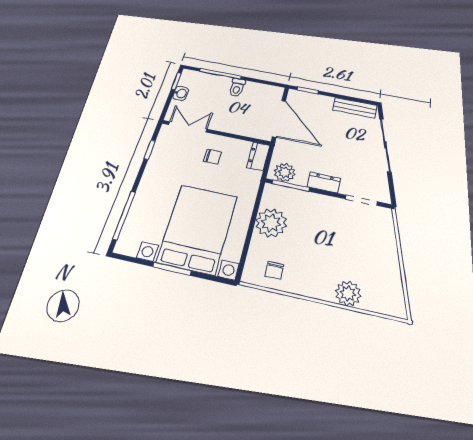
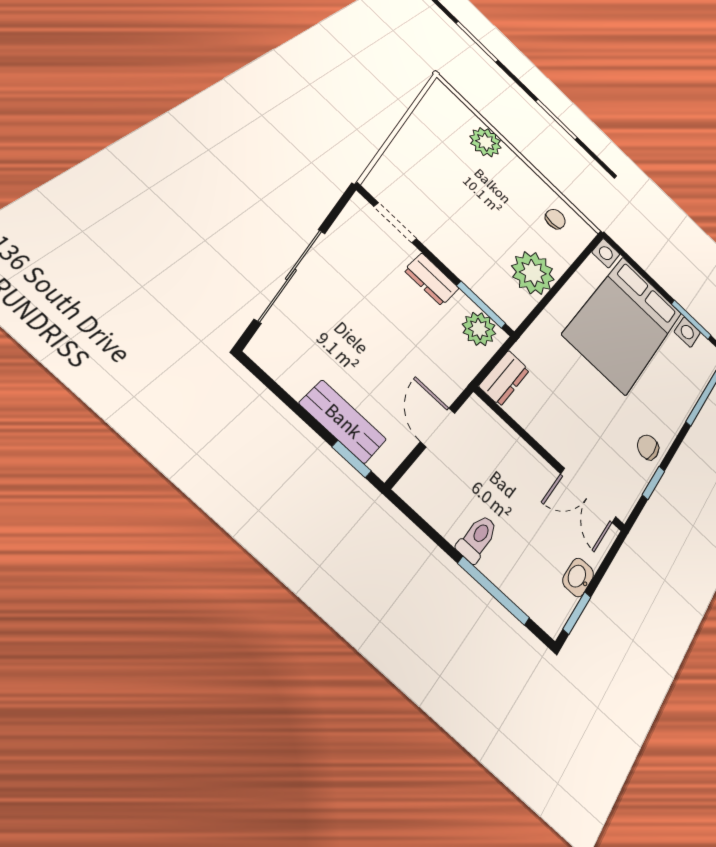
bench: (355, 108) -> (343, 421), moved
door: (279, 119) -> (438, 427), width x0.53
chair: (212, 157) -> (648, 447), moved
window: (172, 269) -> (691, 320), moved

